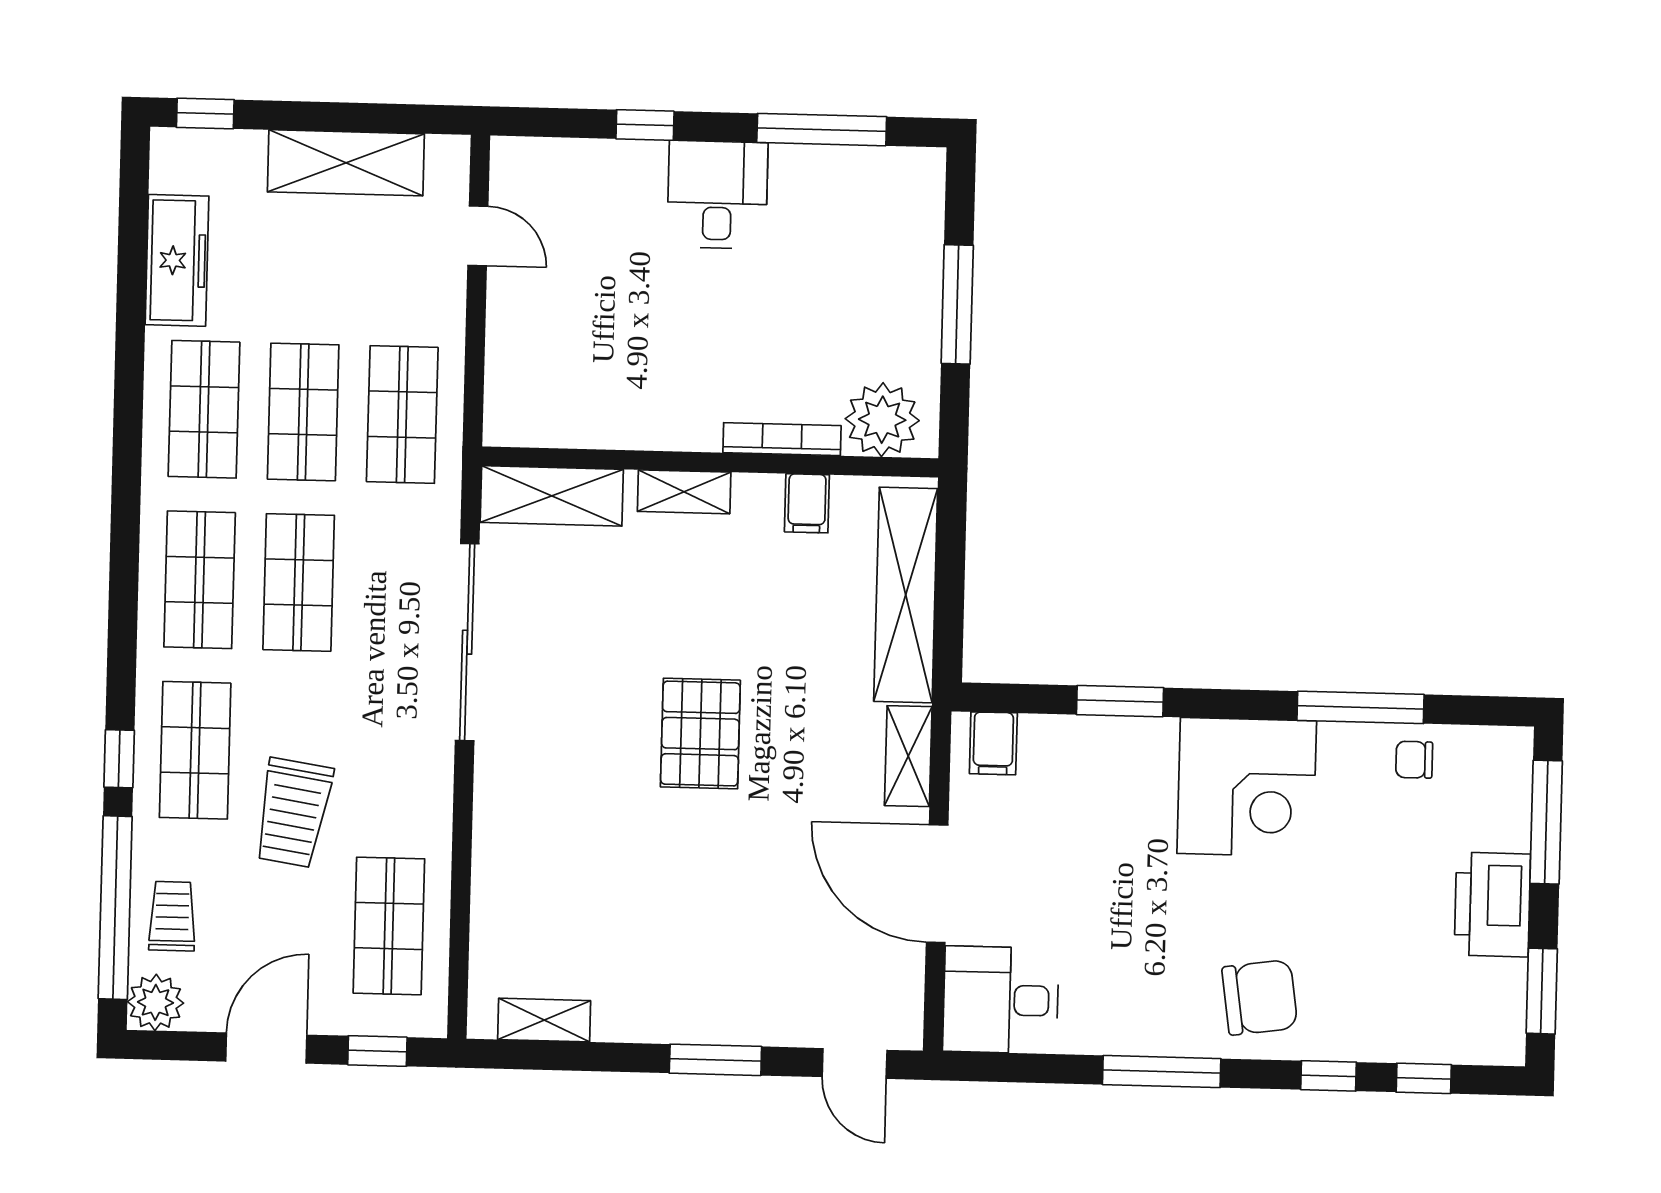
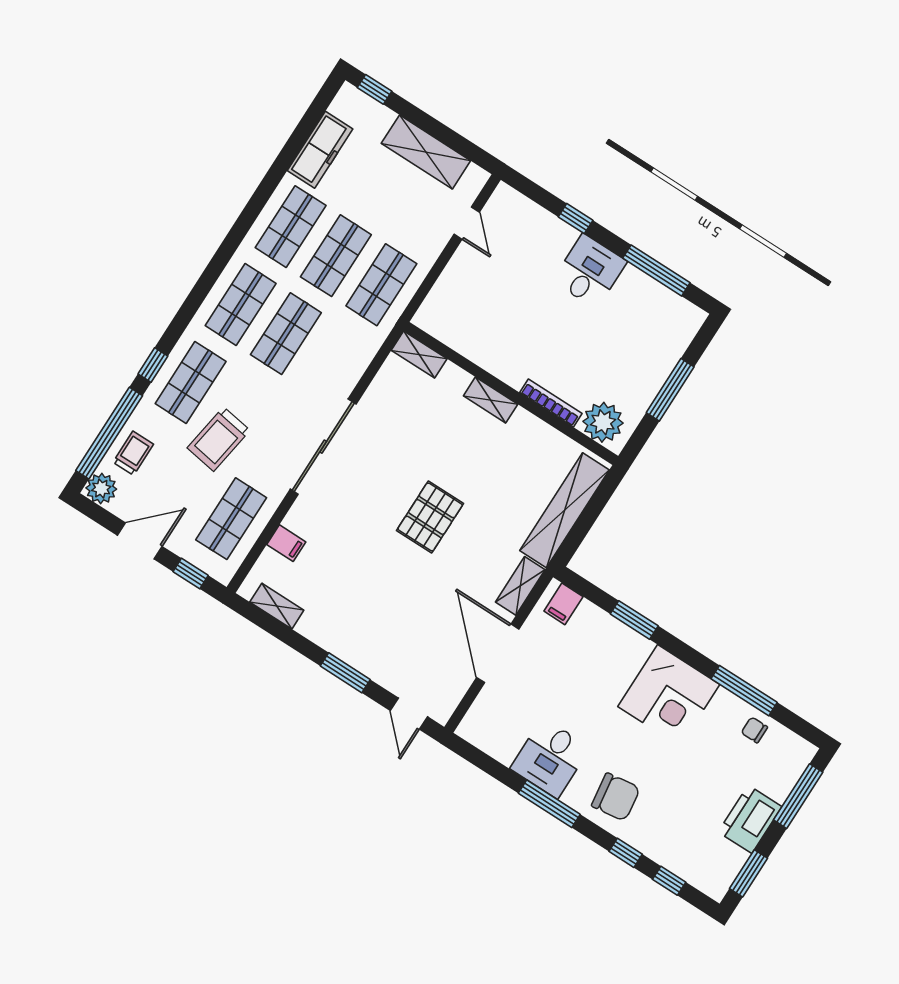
shelving: (552, 496) -> (419, 354), width x0.67, depth x0.75
filing cabinet: (807, 503) -> (286, 543), moved, turned -90
sliding door: (467, 642) -> (323, 447), moved
desk: (1001, 1000) -> (550, 758), moved, turned -90

